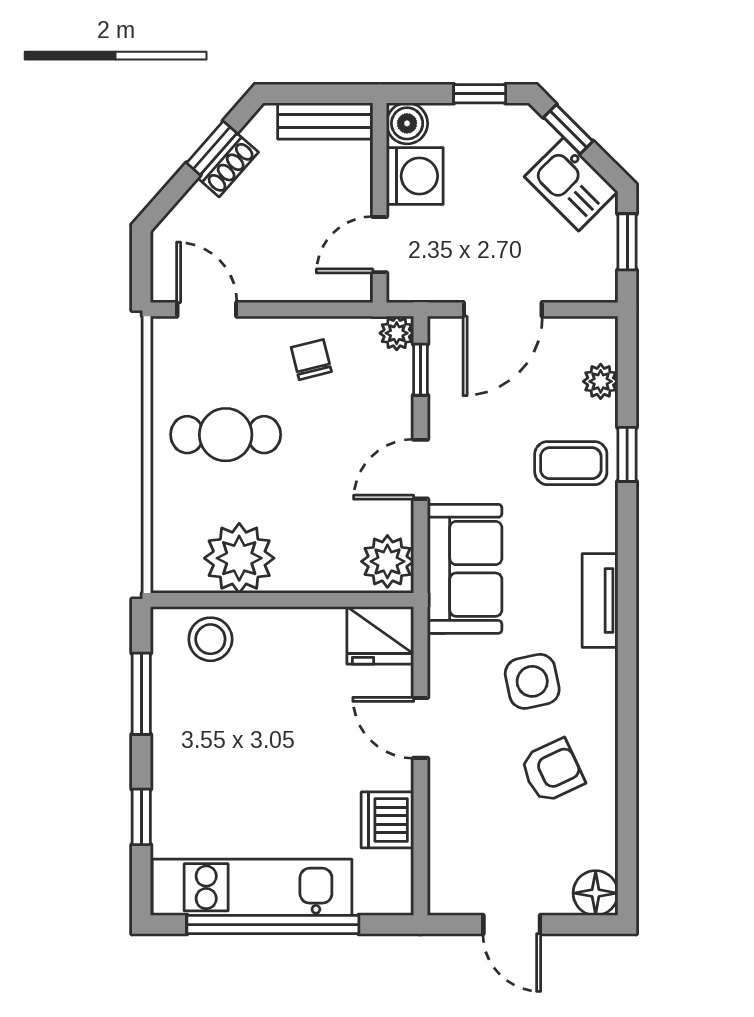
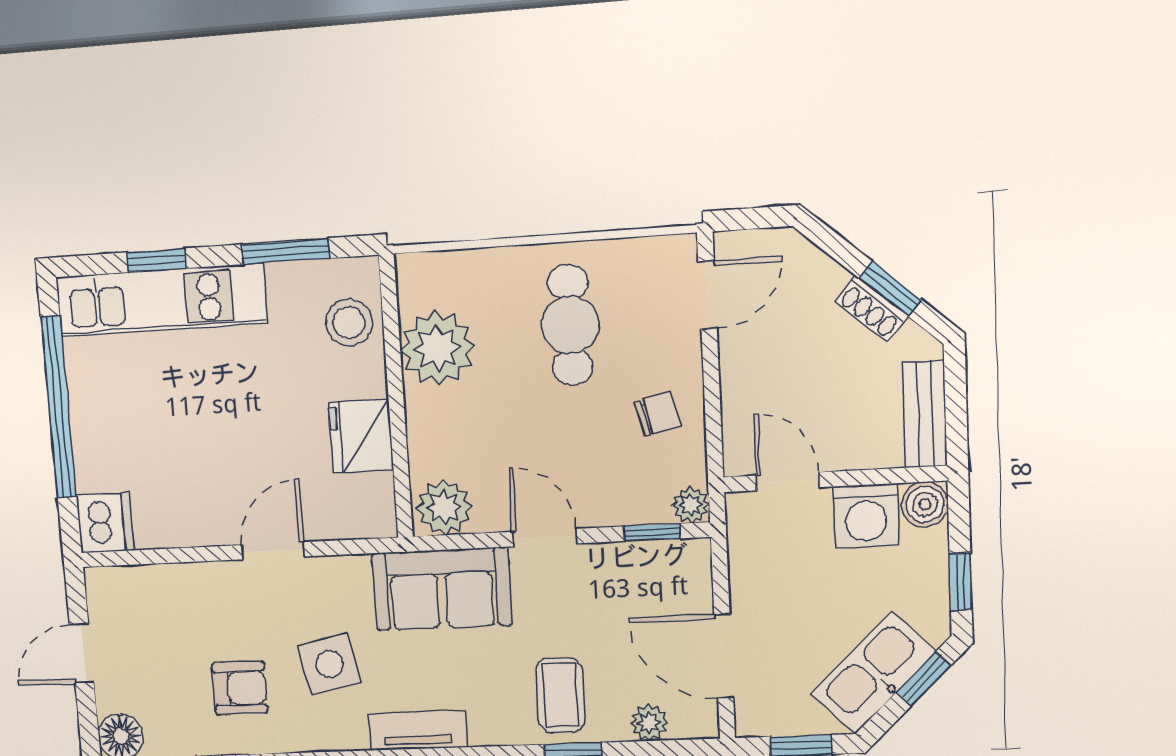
kitchen sink: (571, 184) -> (873, 673), width x1.38
door: (503, 309) -> (724, 656), moved
fridge: (380, 635) -> (361, 436), moved
armchair: (552, 771) -> (240, 688), turned -65
dishwasher: (387, 820) -> (105, 523), moved, turned 90
kitchen unit: (252, 887) -> (161, 300), moved, turned 90

